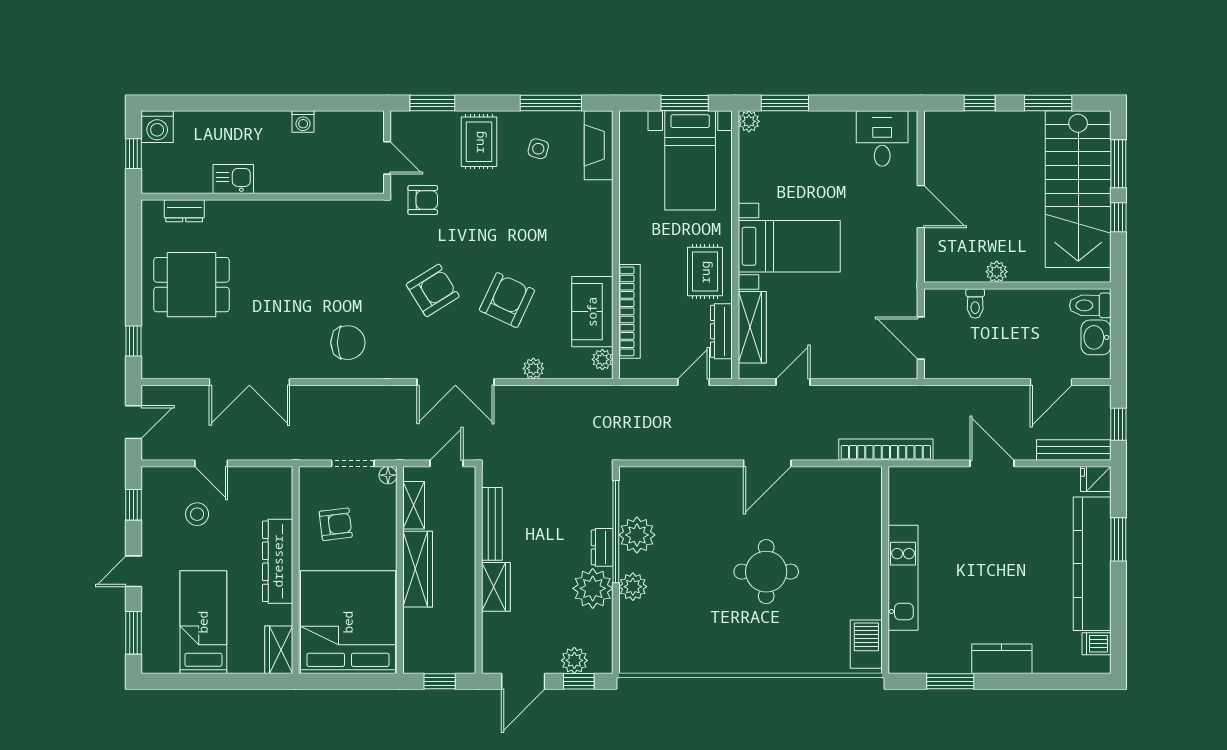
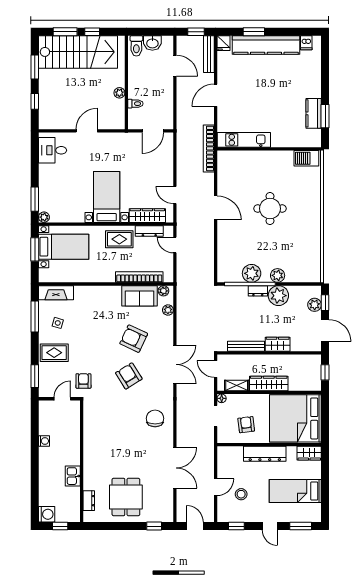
plant: (533, 368) -> (168, 310), moved
kitchen unit: (903, 578) -> (244, 140), moved
kitchen counter: (1002, 659) -> (314, 113), moved

